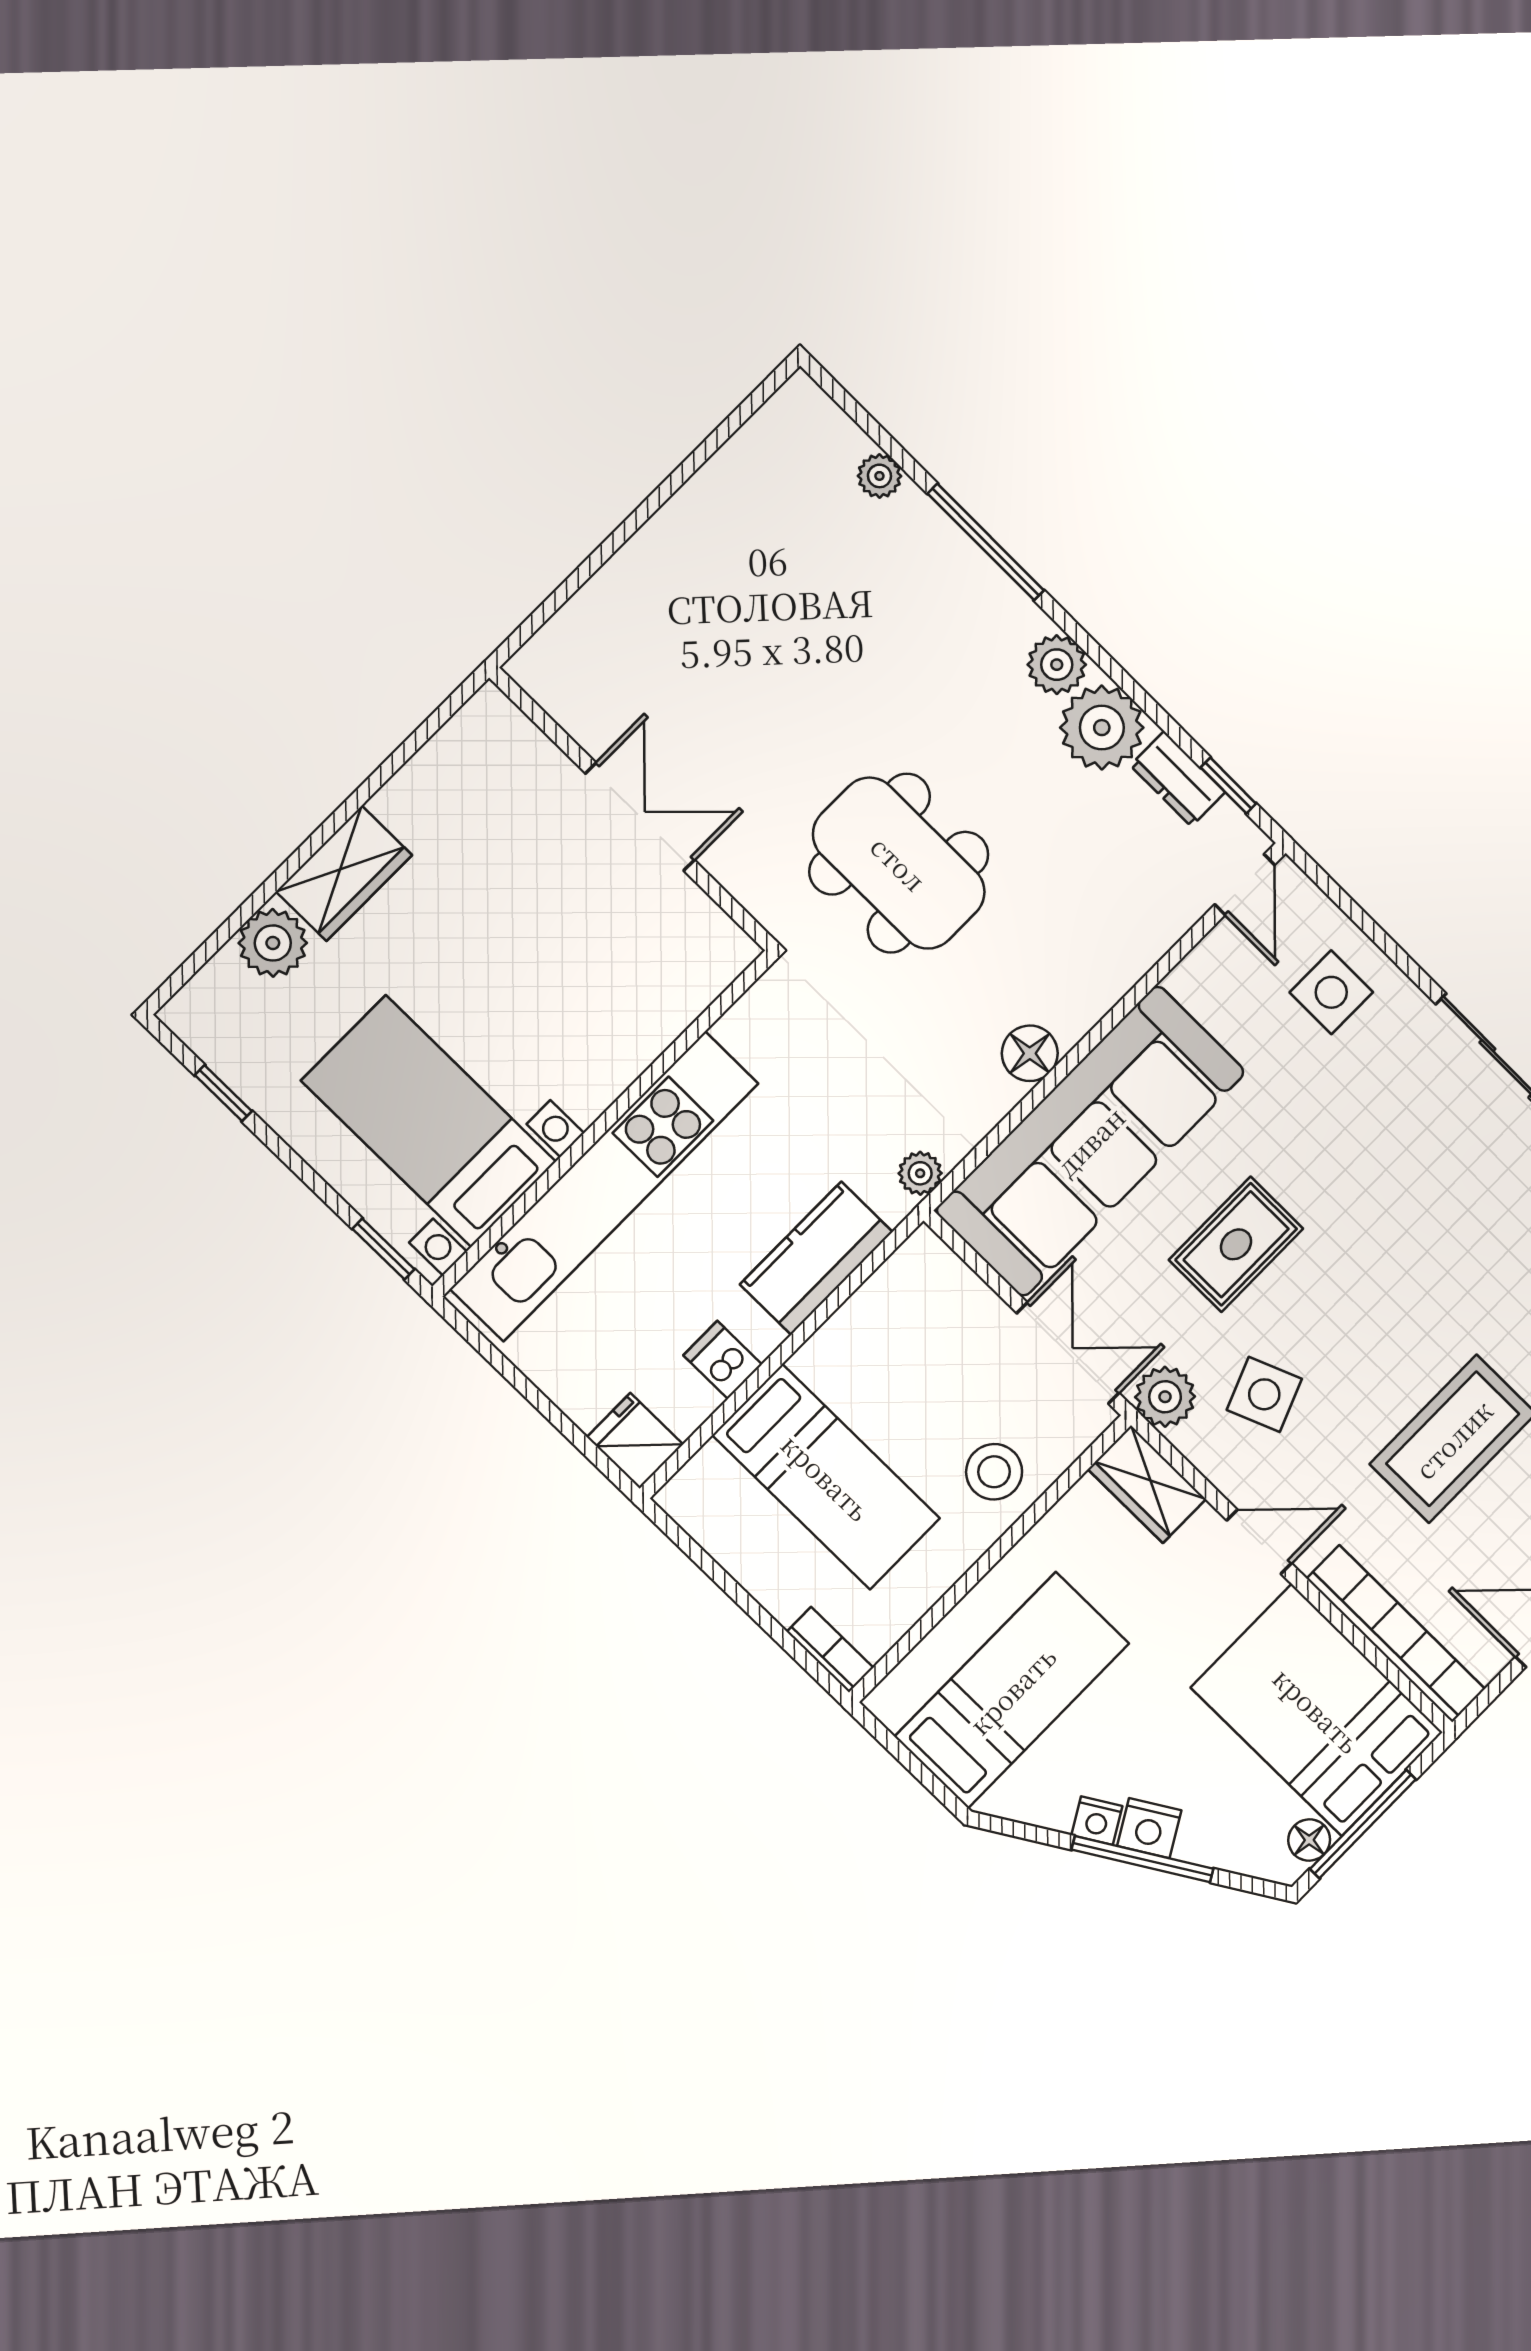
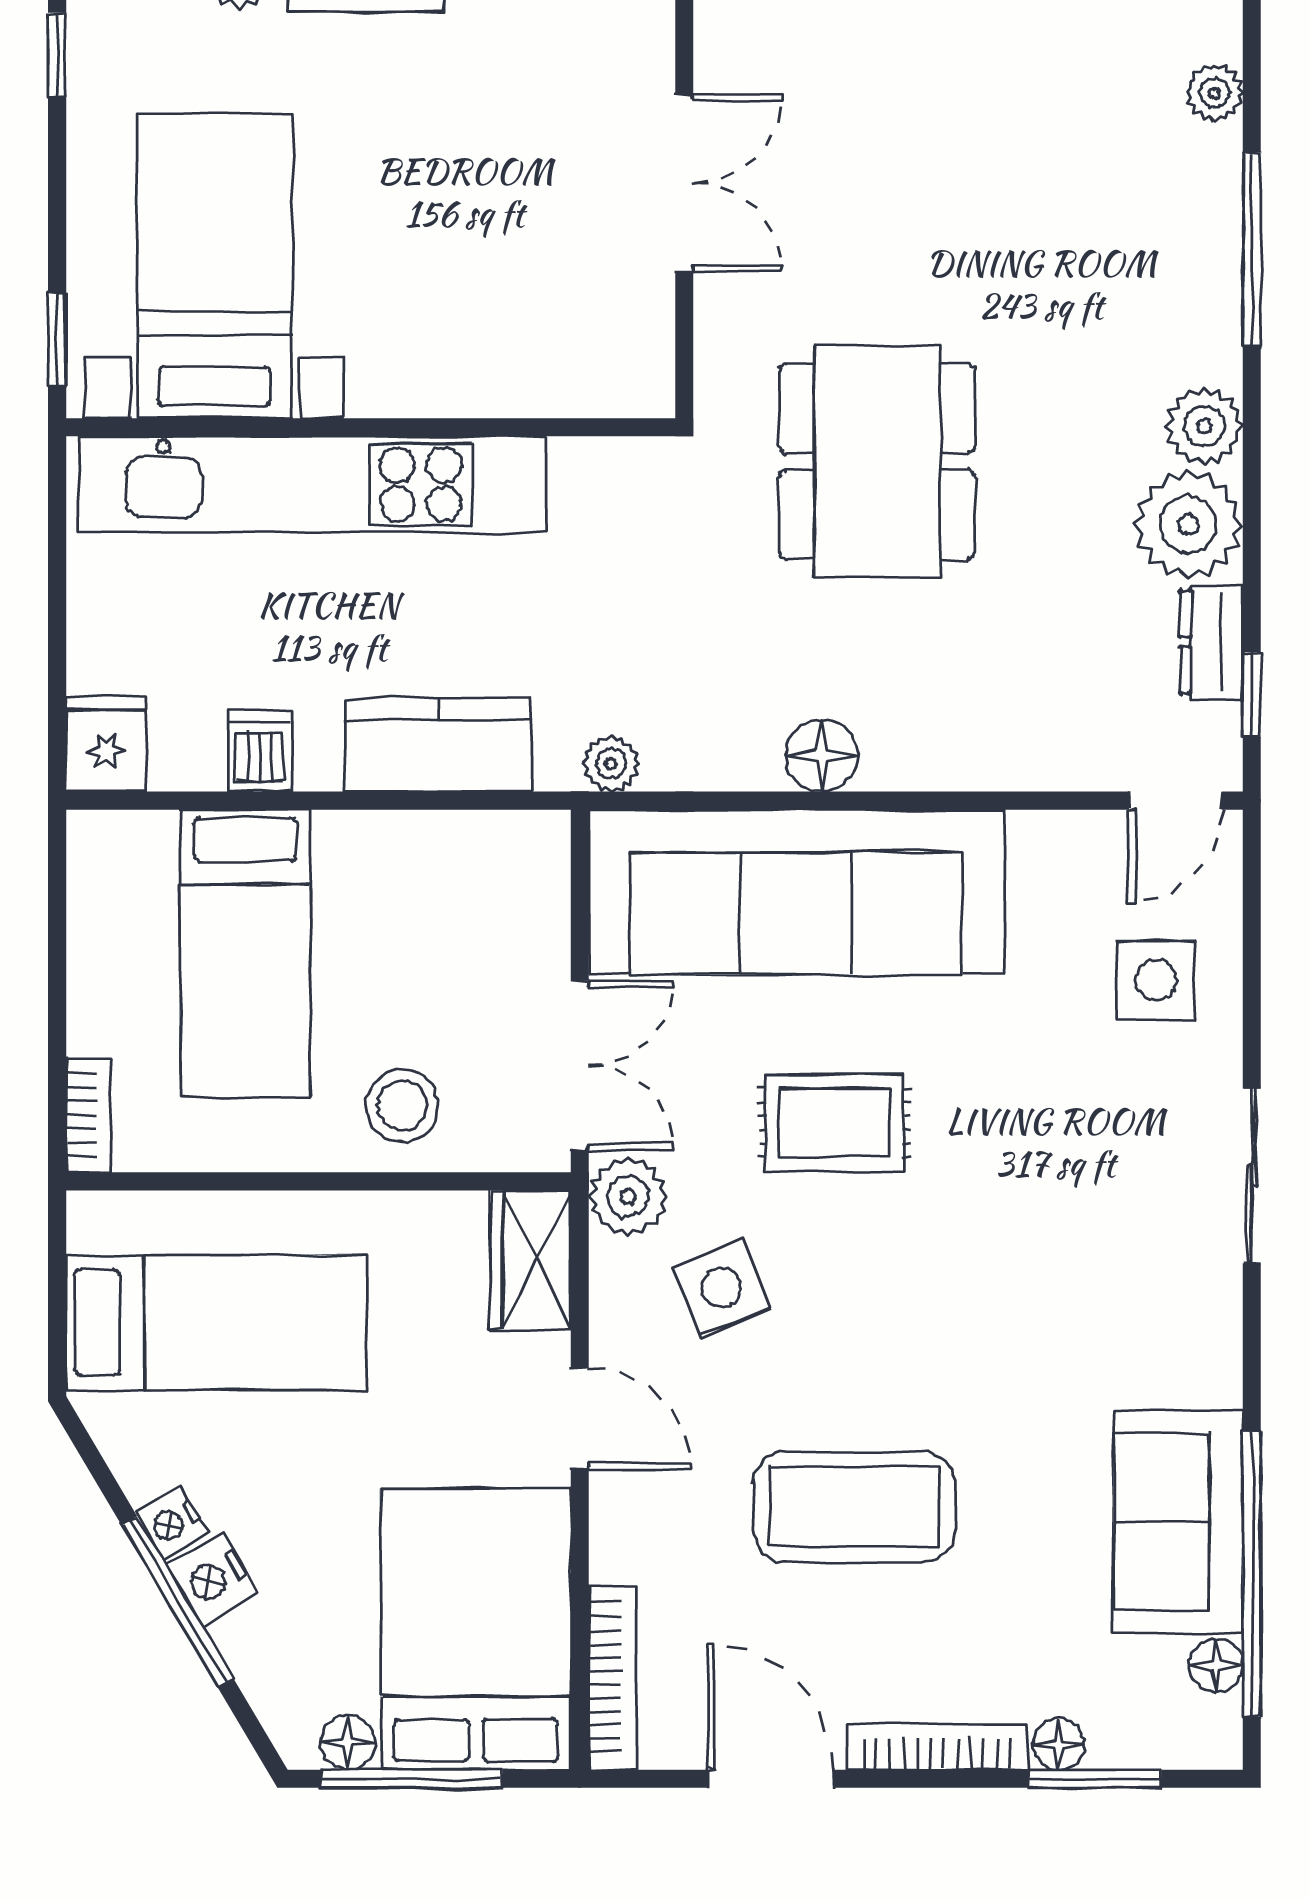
bookcase: (1396, 1634) -> (612, 1678), width x0.68, depth x0.76

